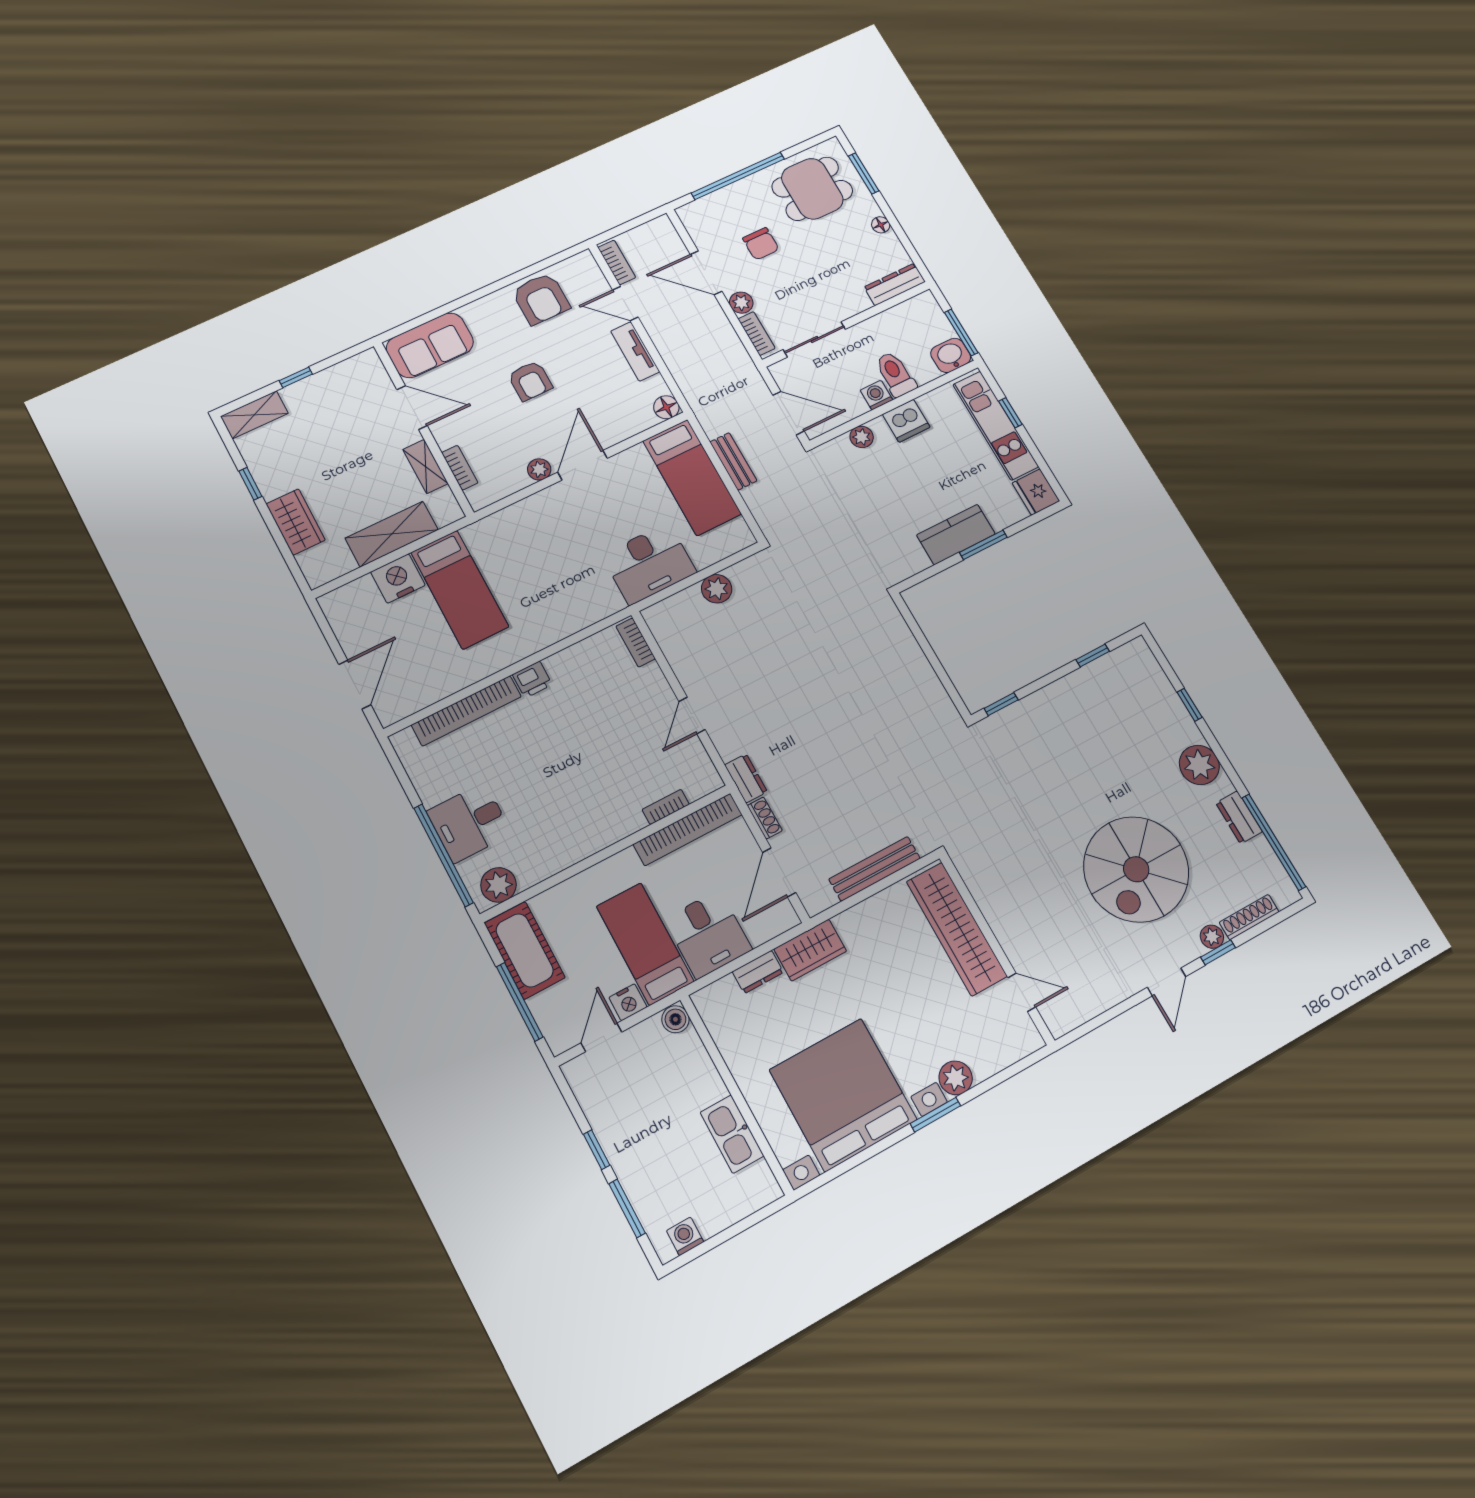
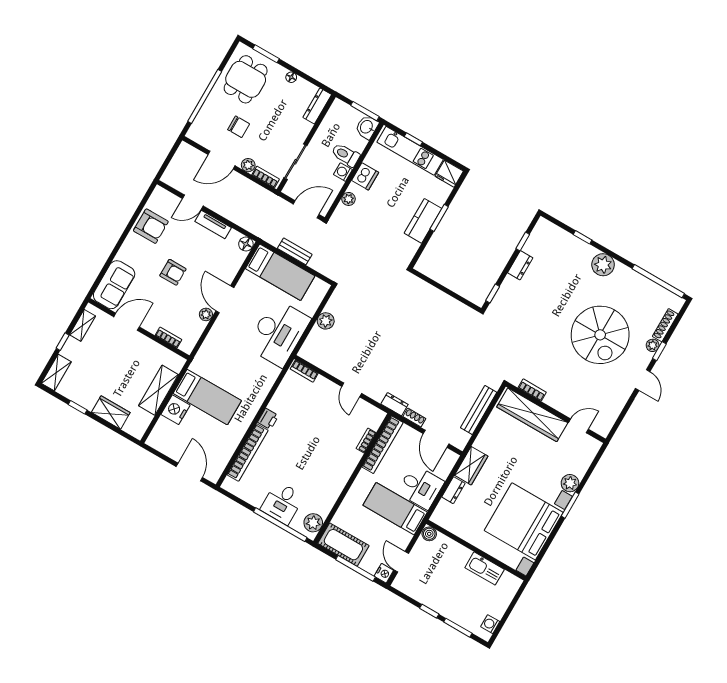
bookcase: (617, 262) -> (532, 390), moved
shelving: (425, 466) -> (82, 325), moved, turned 90
desk: (649, 564) -> (278, 333), width x1.36, depth x1.30
dresser: (1239, 817) -> (520, 265), moved, turned -90
nightstand: (628, 1002) -> (384, 573), moved

